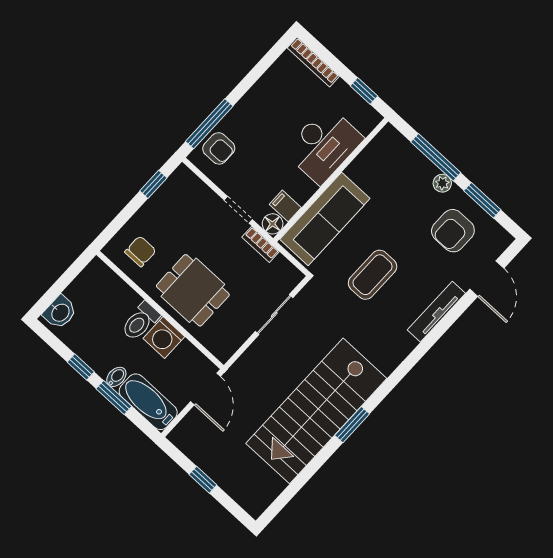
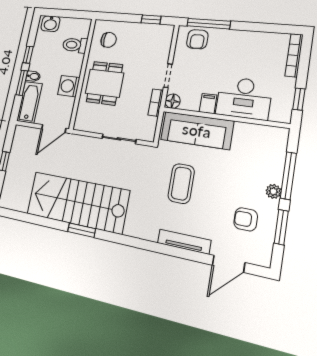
filing cabinet: (285, 206) -> (208, 104), moved
armchair: (453, 231) -> (246, 219), width x0.72, depth x0.72
coffee table: (373, 275) -> (181, 184), turned 90
toilet: (140, 321) -> (75, 45), moved

